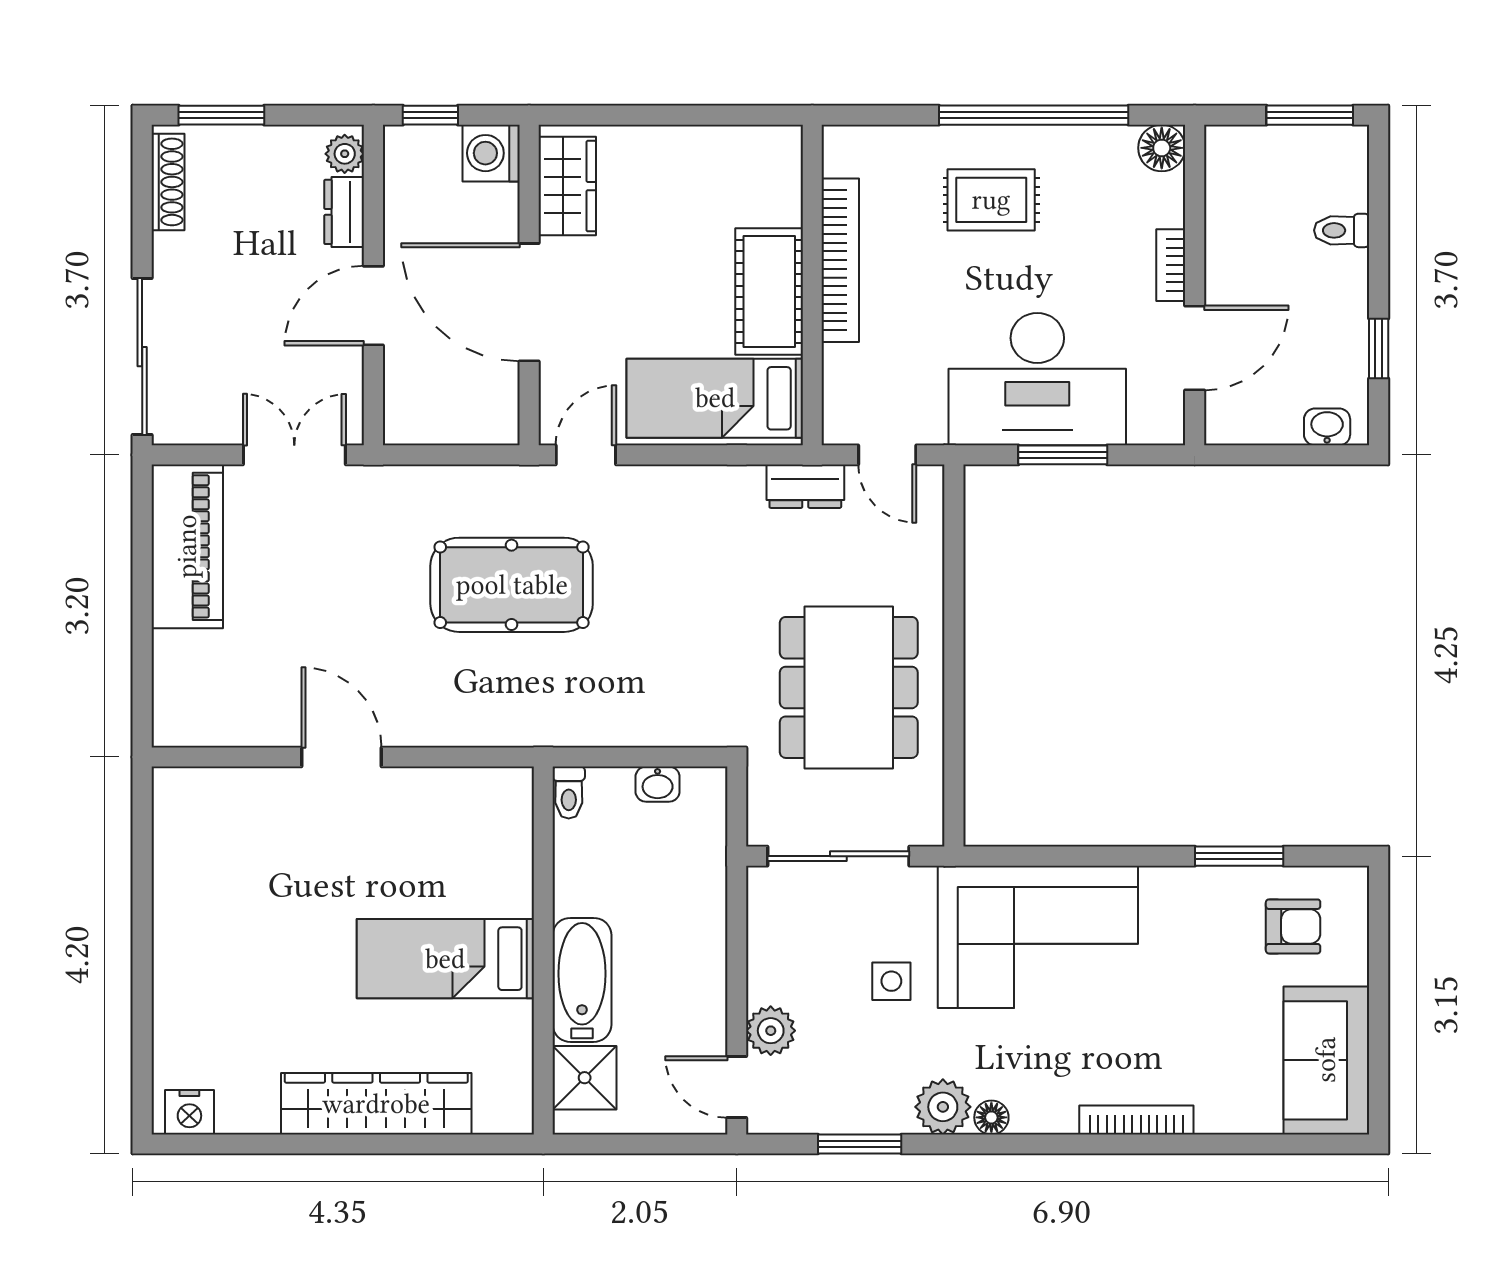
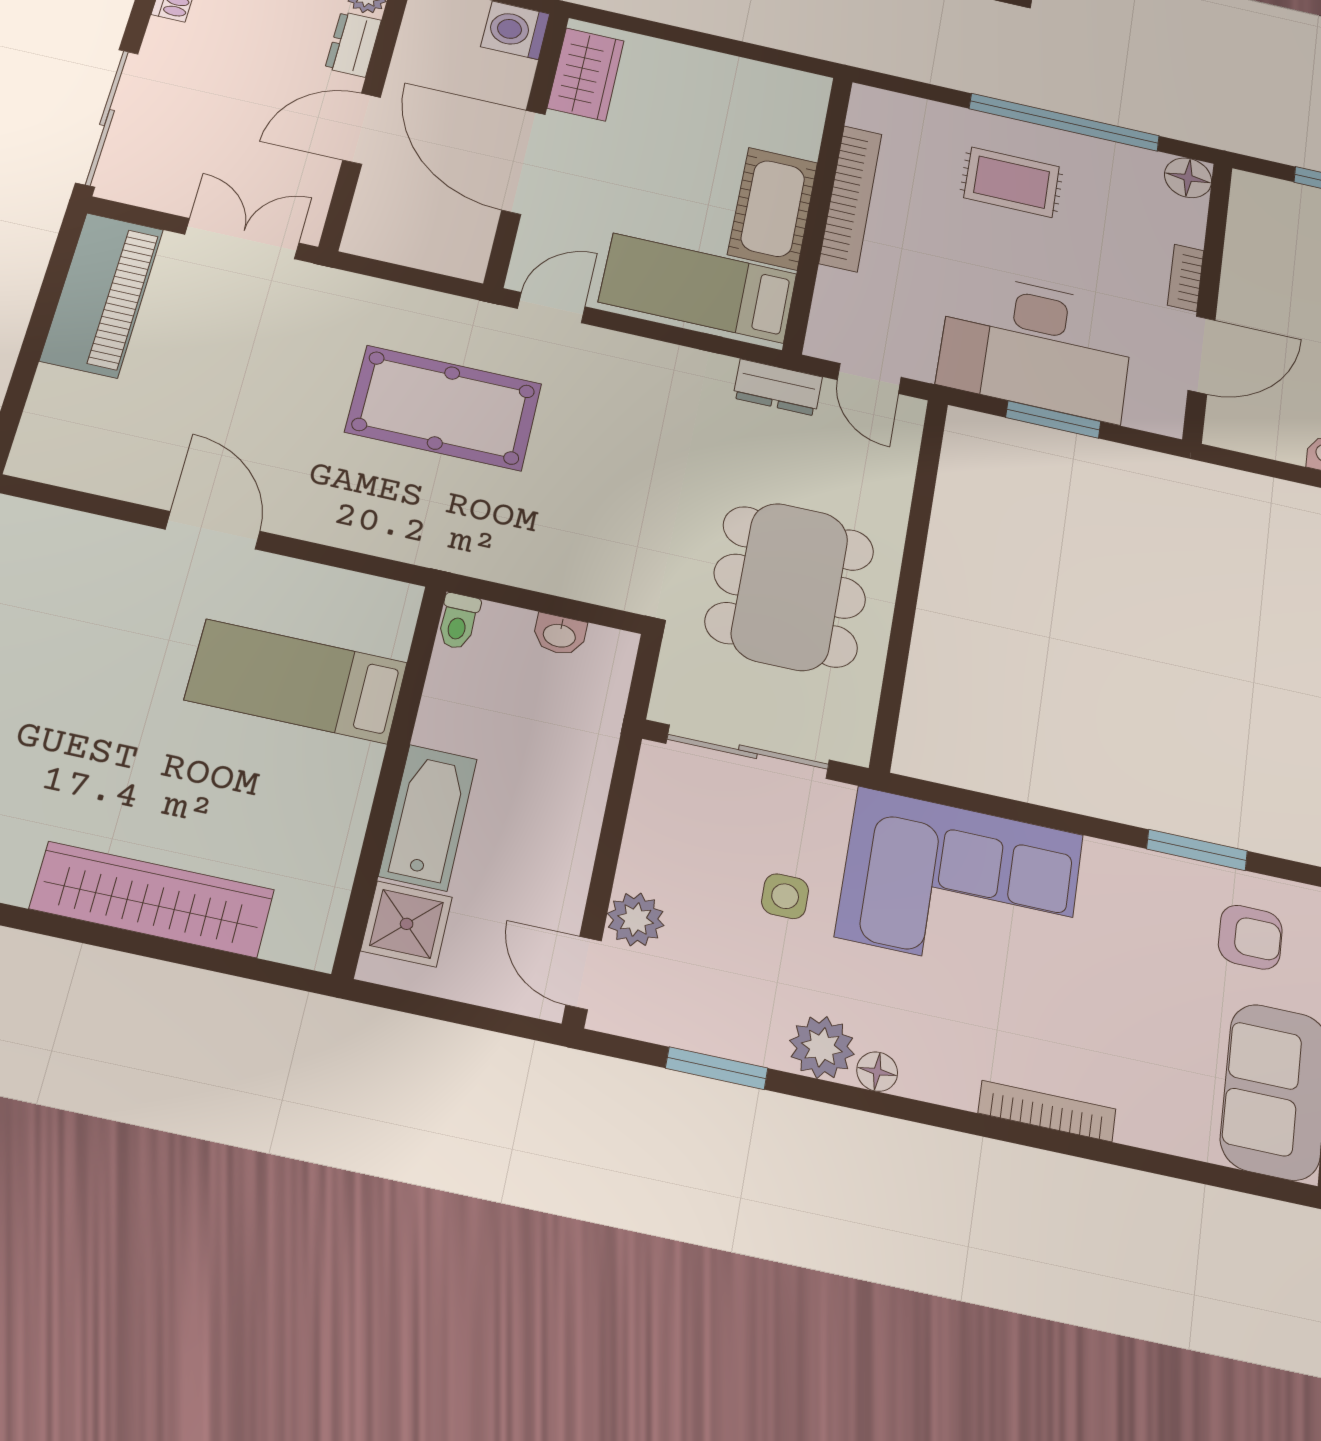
bed: (445, 959) -> (296, 681), moved

